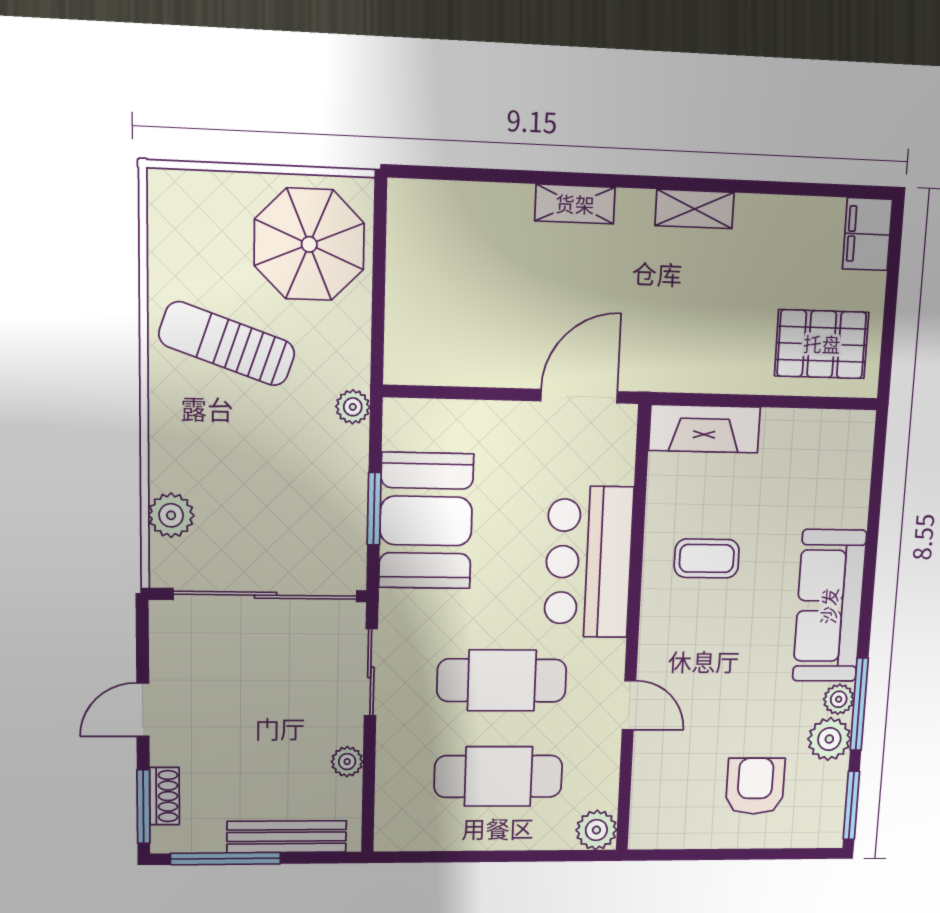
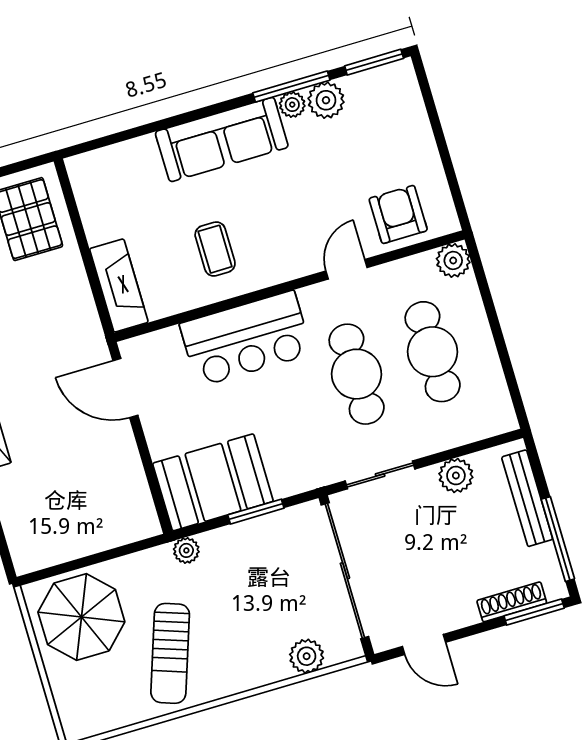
booth: (426, 521) -> (213, 482), moved
door: (143, 710) -> (424, 644), moved
plant: (347, 762) -> (456, 476), width x1.38, depth x1.38
armchair: (755, 786) -> (398, 214), moved, turned 90
shoe rack: (164, 796) -> (512, 602), width x1.43

